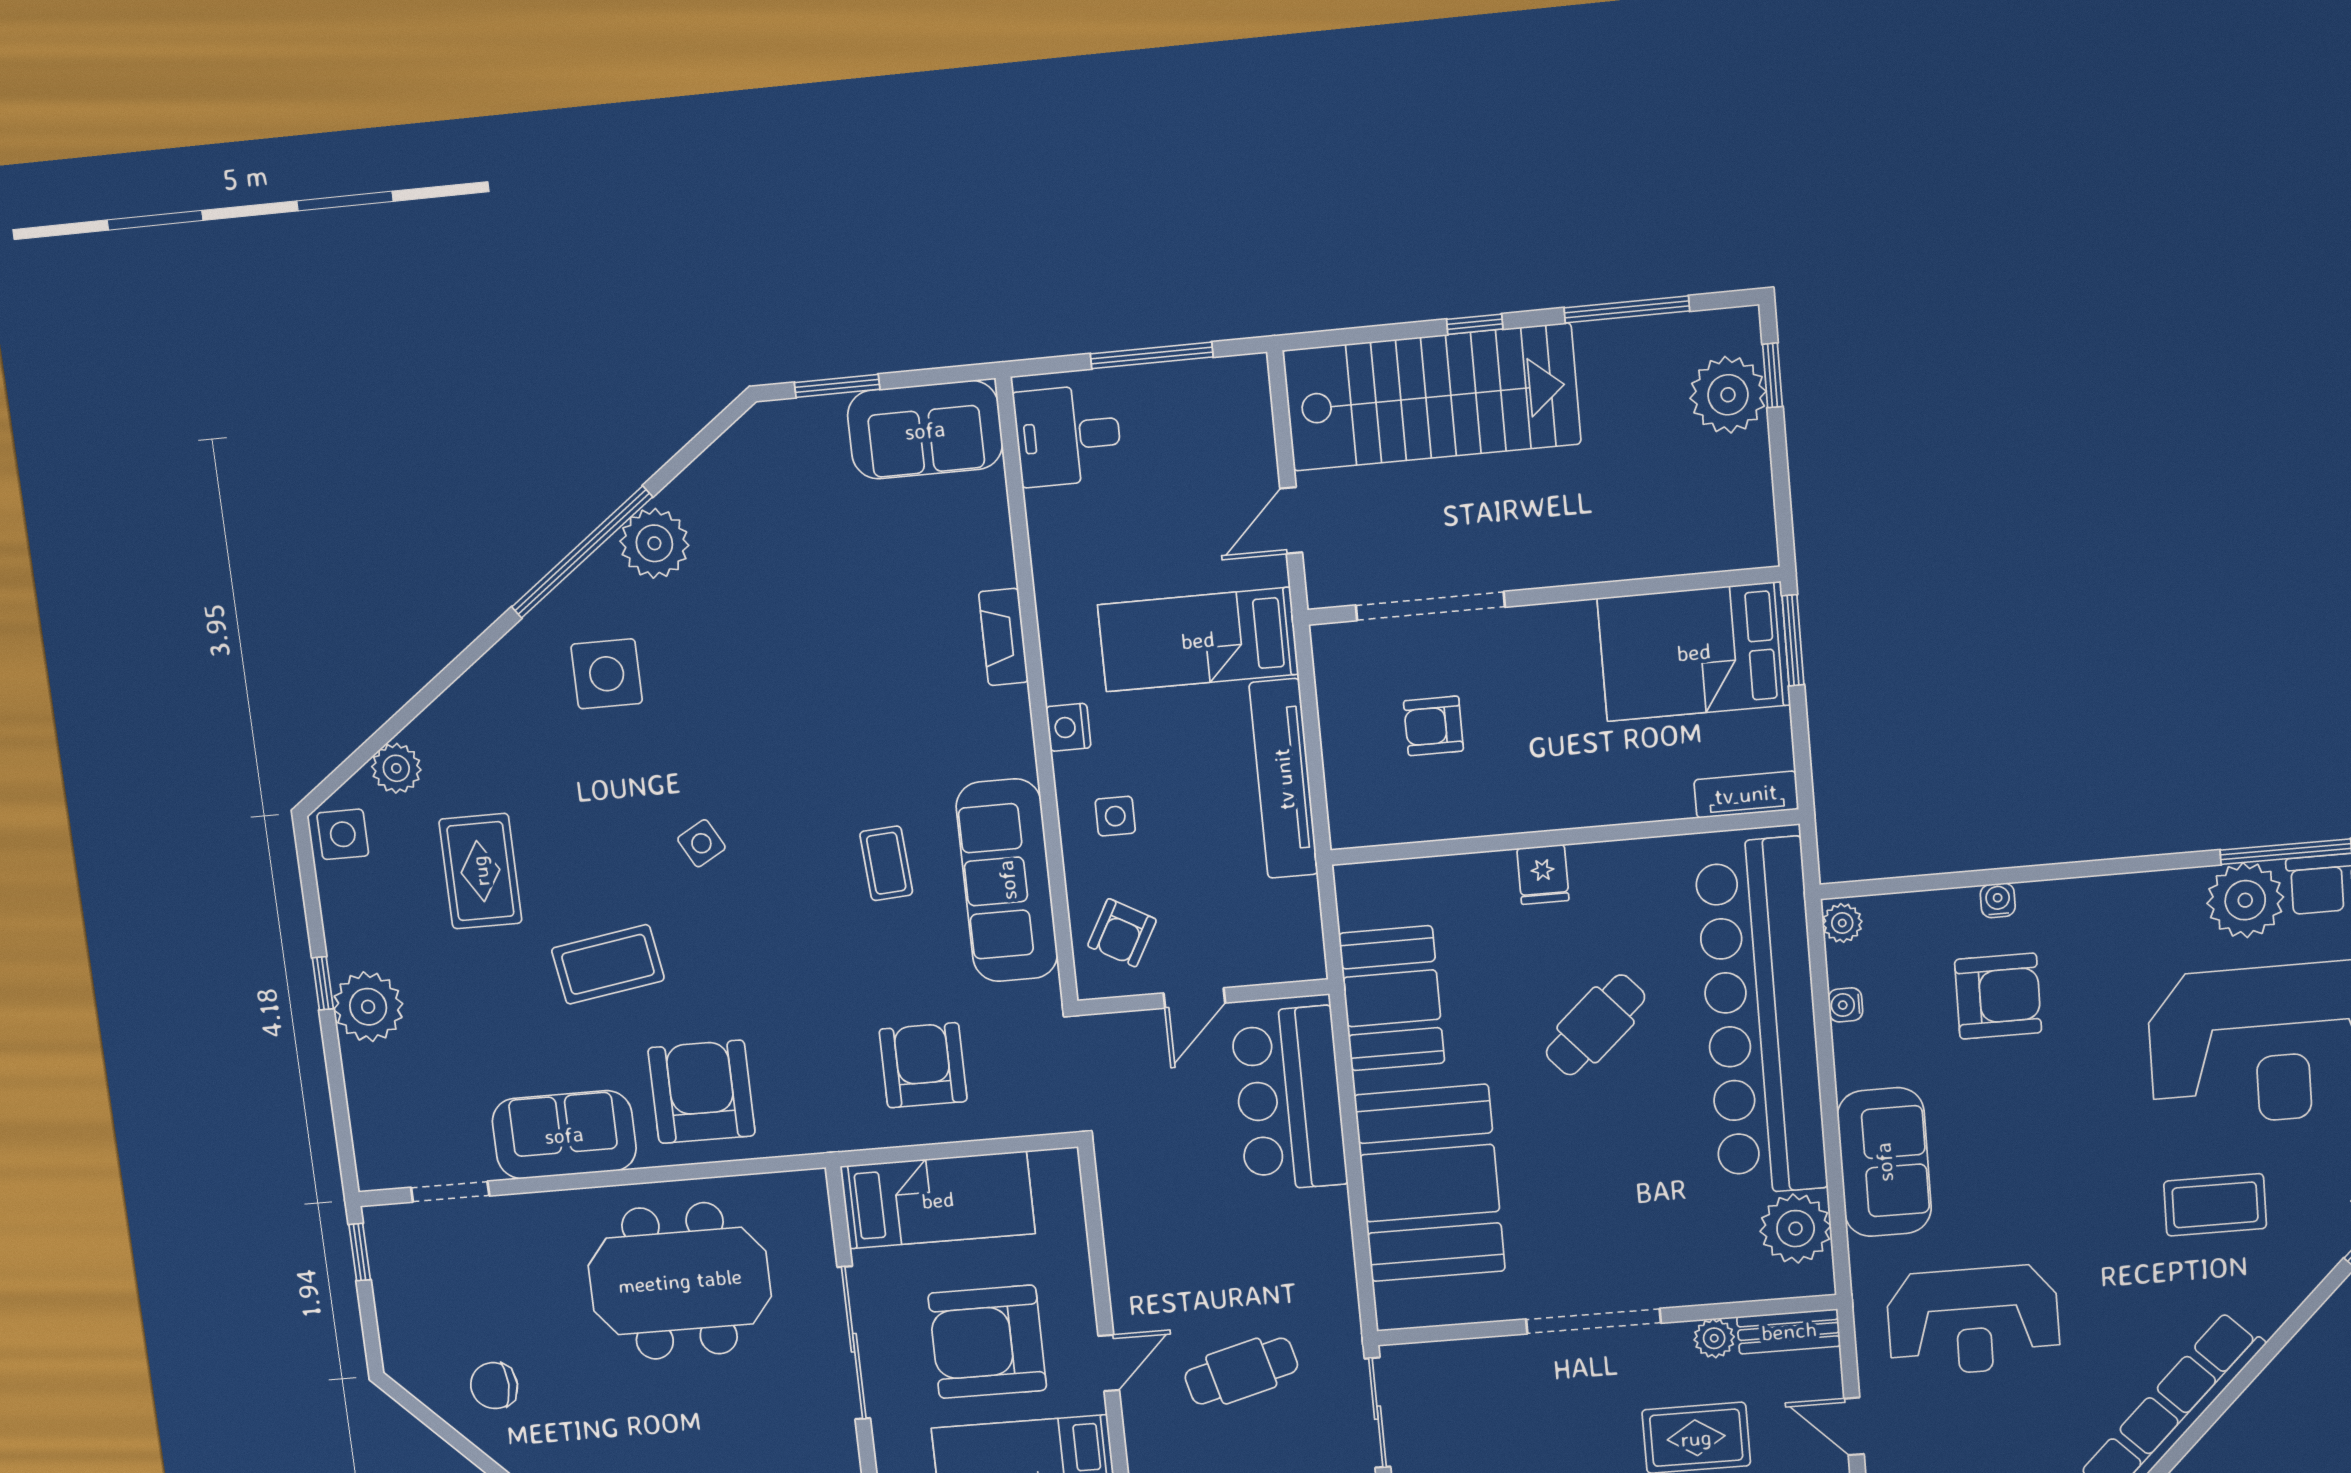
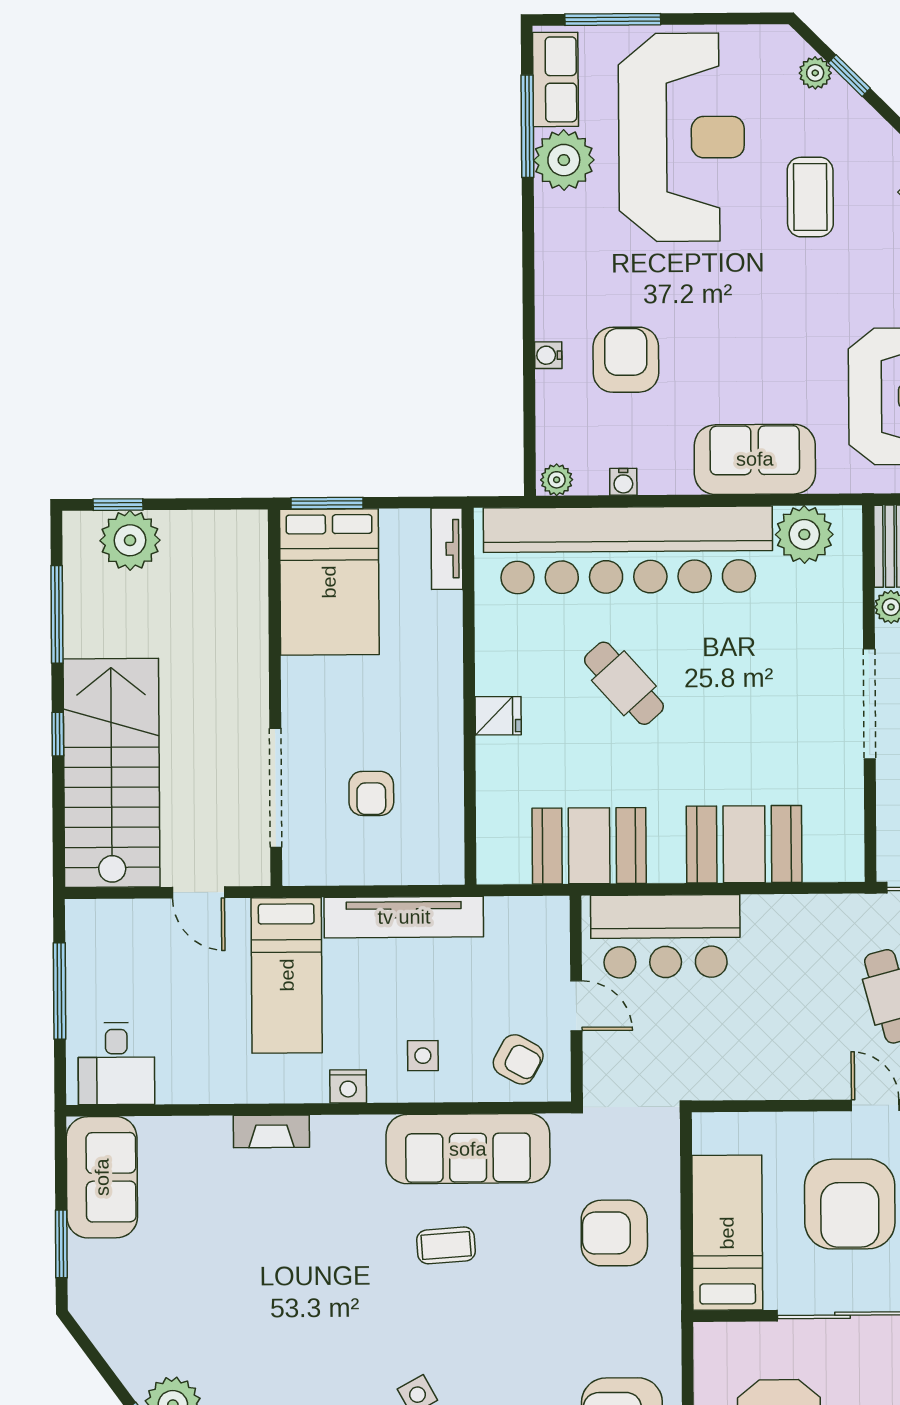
booth: (1430, 1183) -> (744, 844), width x0.73, depth x0.70

